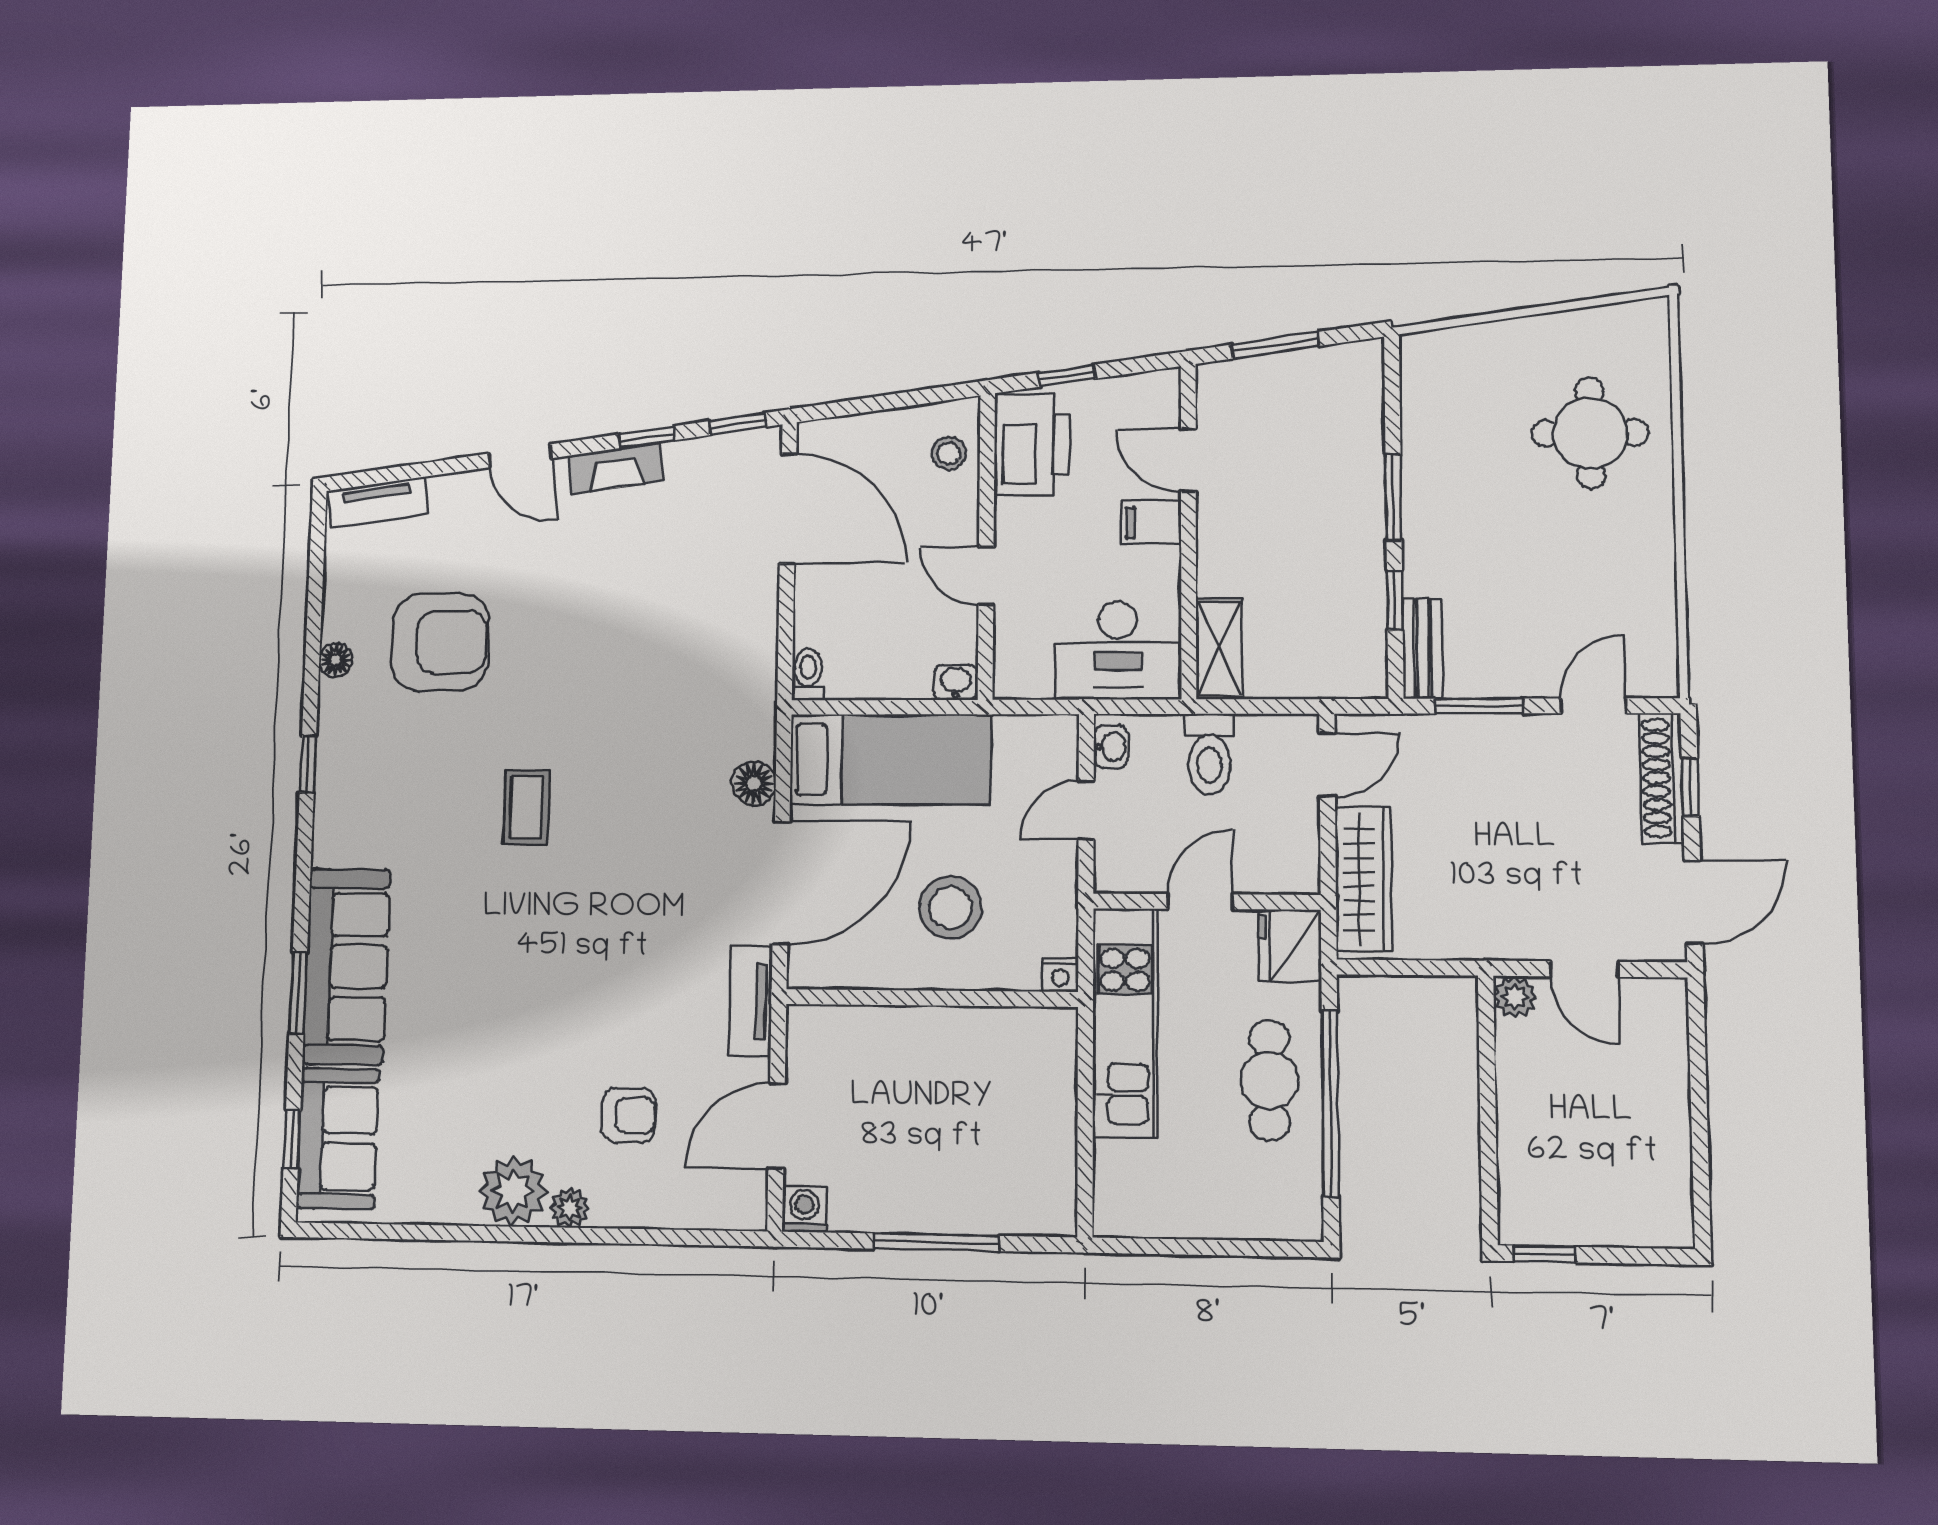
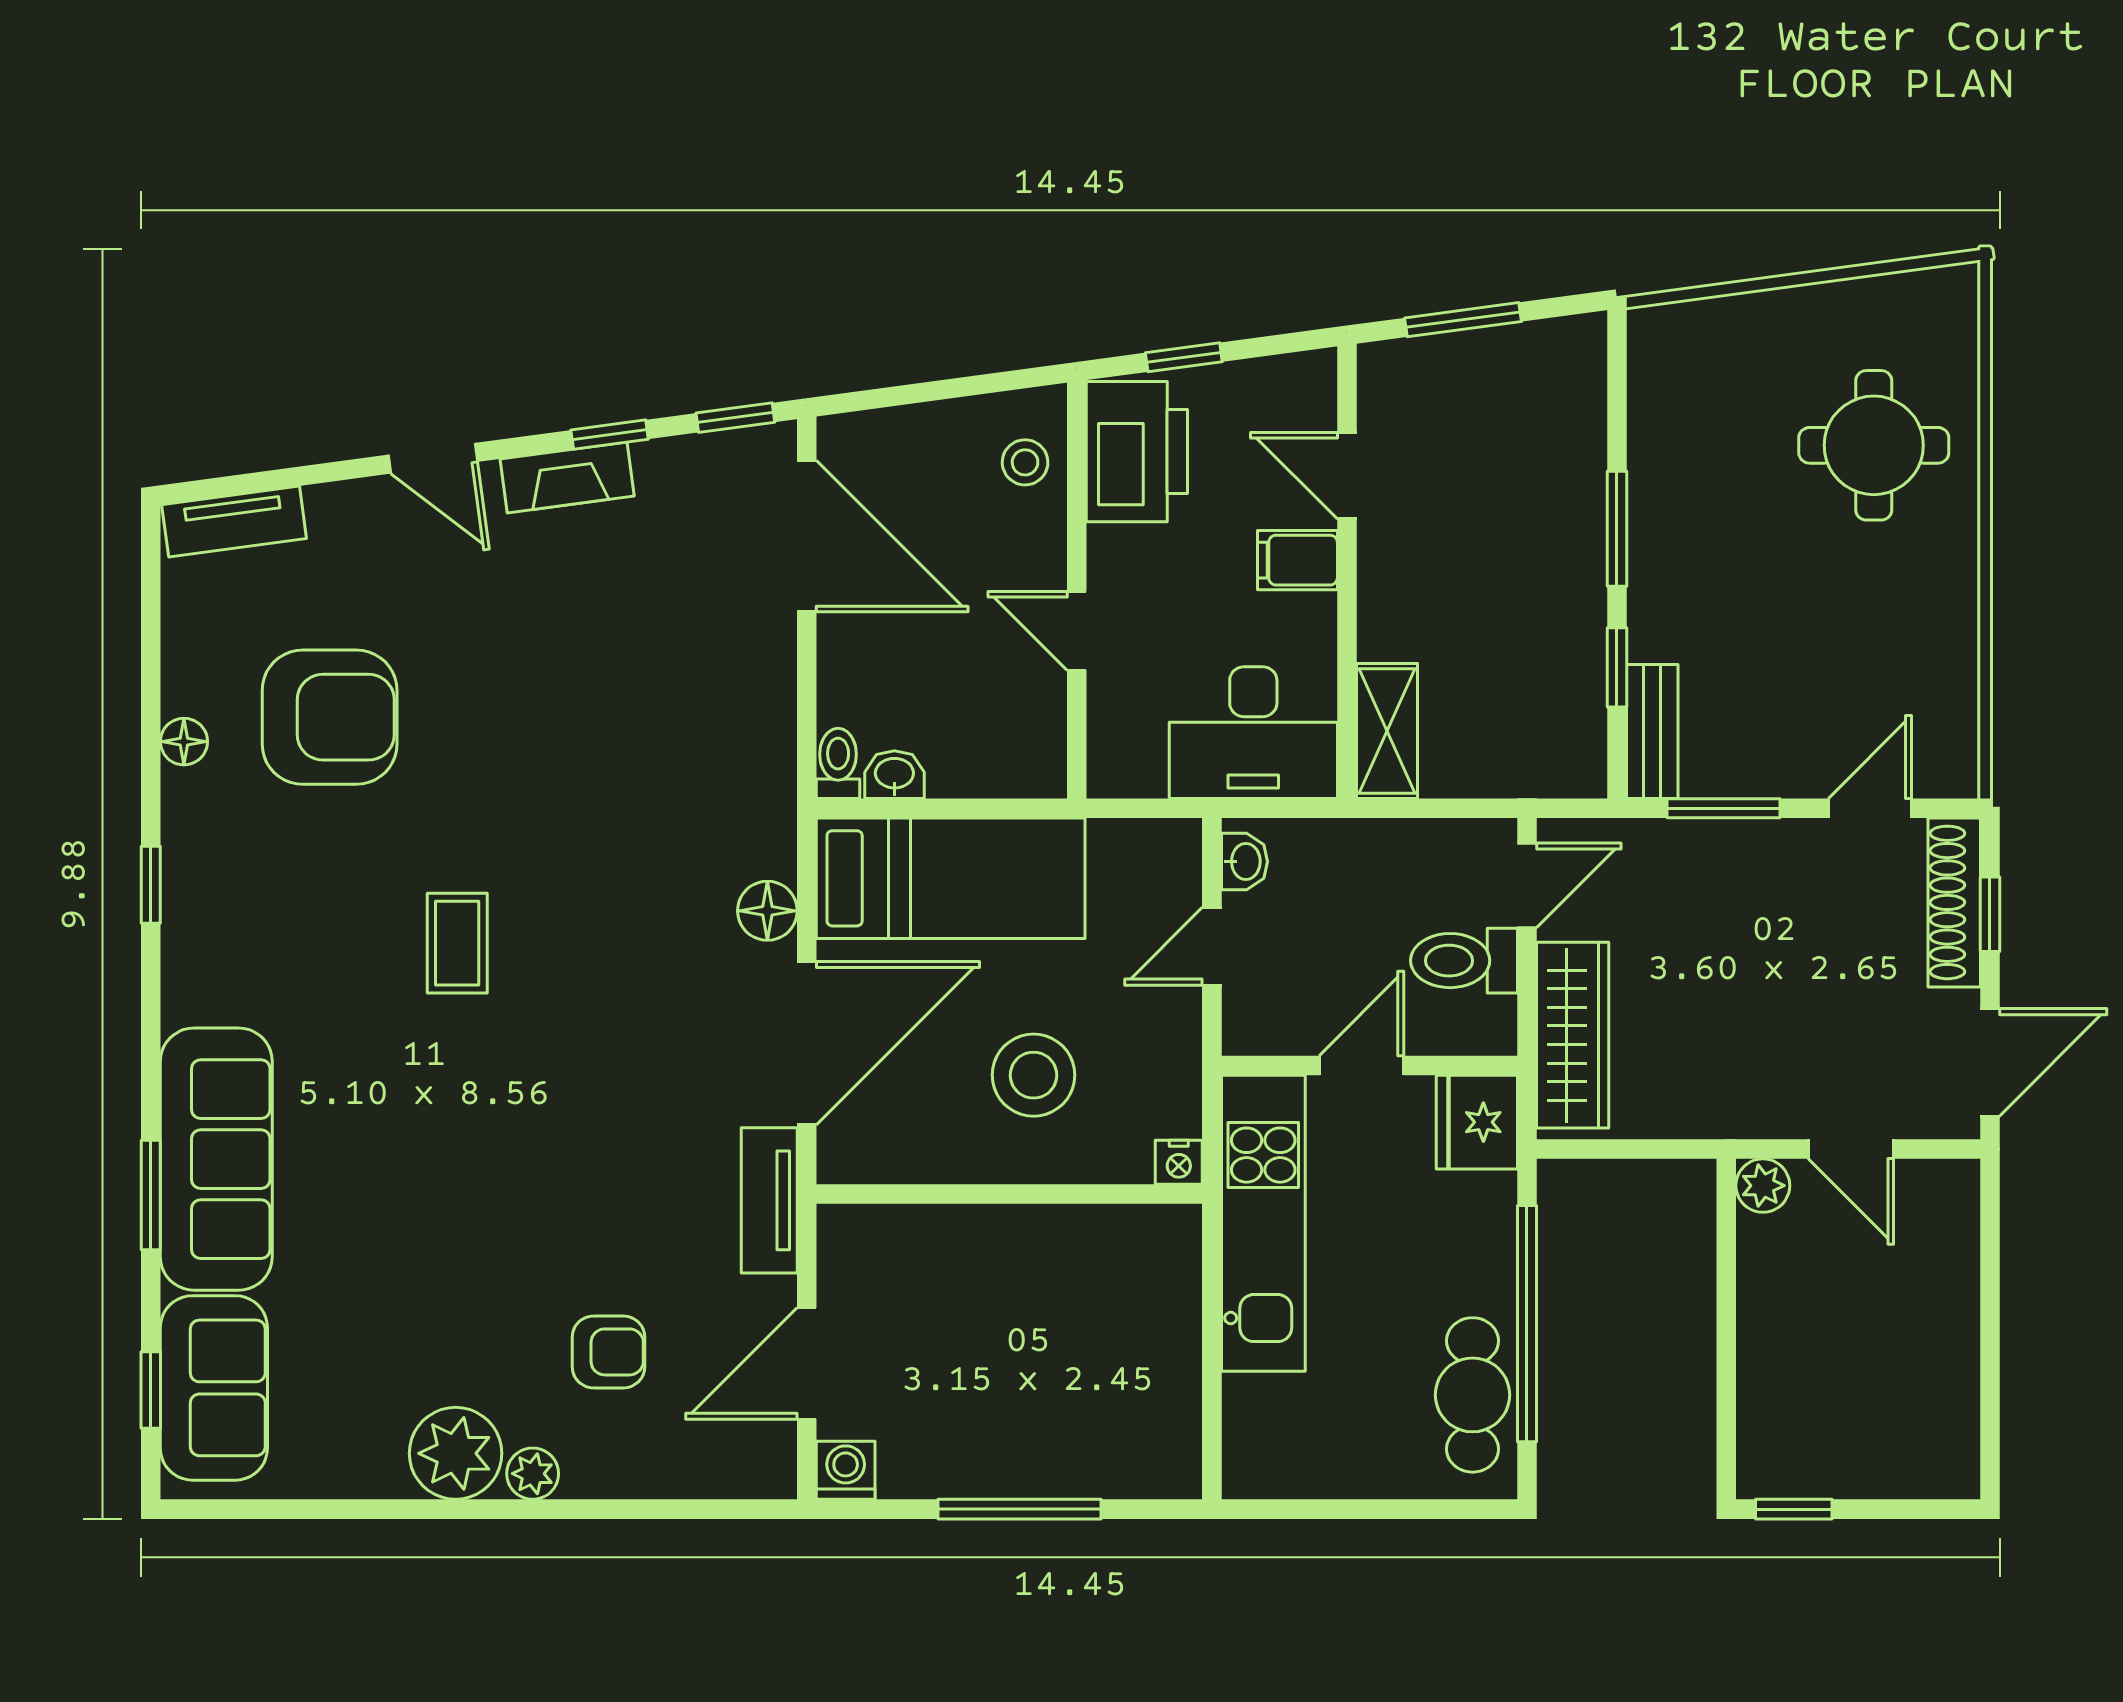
washbasin: (956, 682) -> (894, 775), moved
toilet: (1210, 754) -> (1464, 961), moved, turned 90
cafe table: (1269, 1080) -> (1472, 1395), moved

